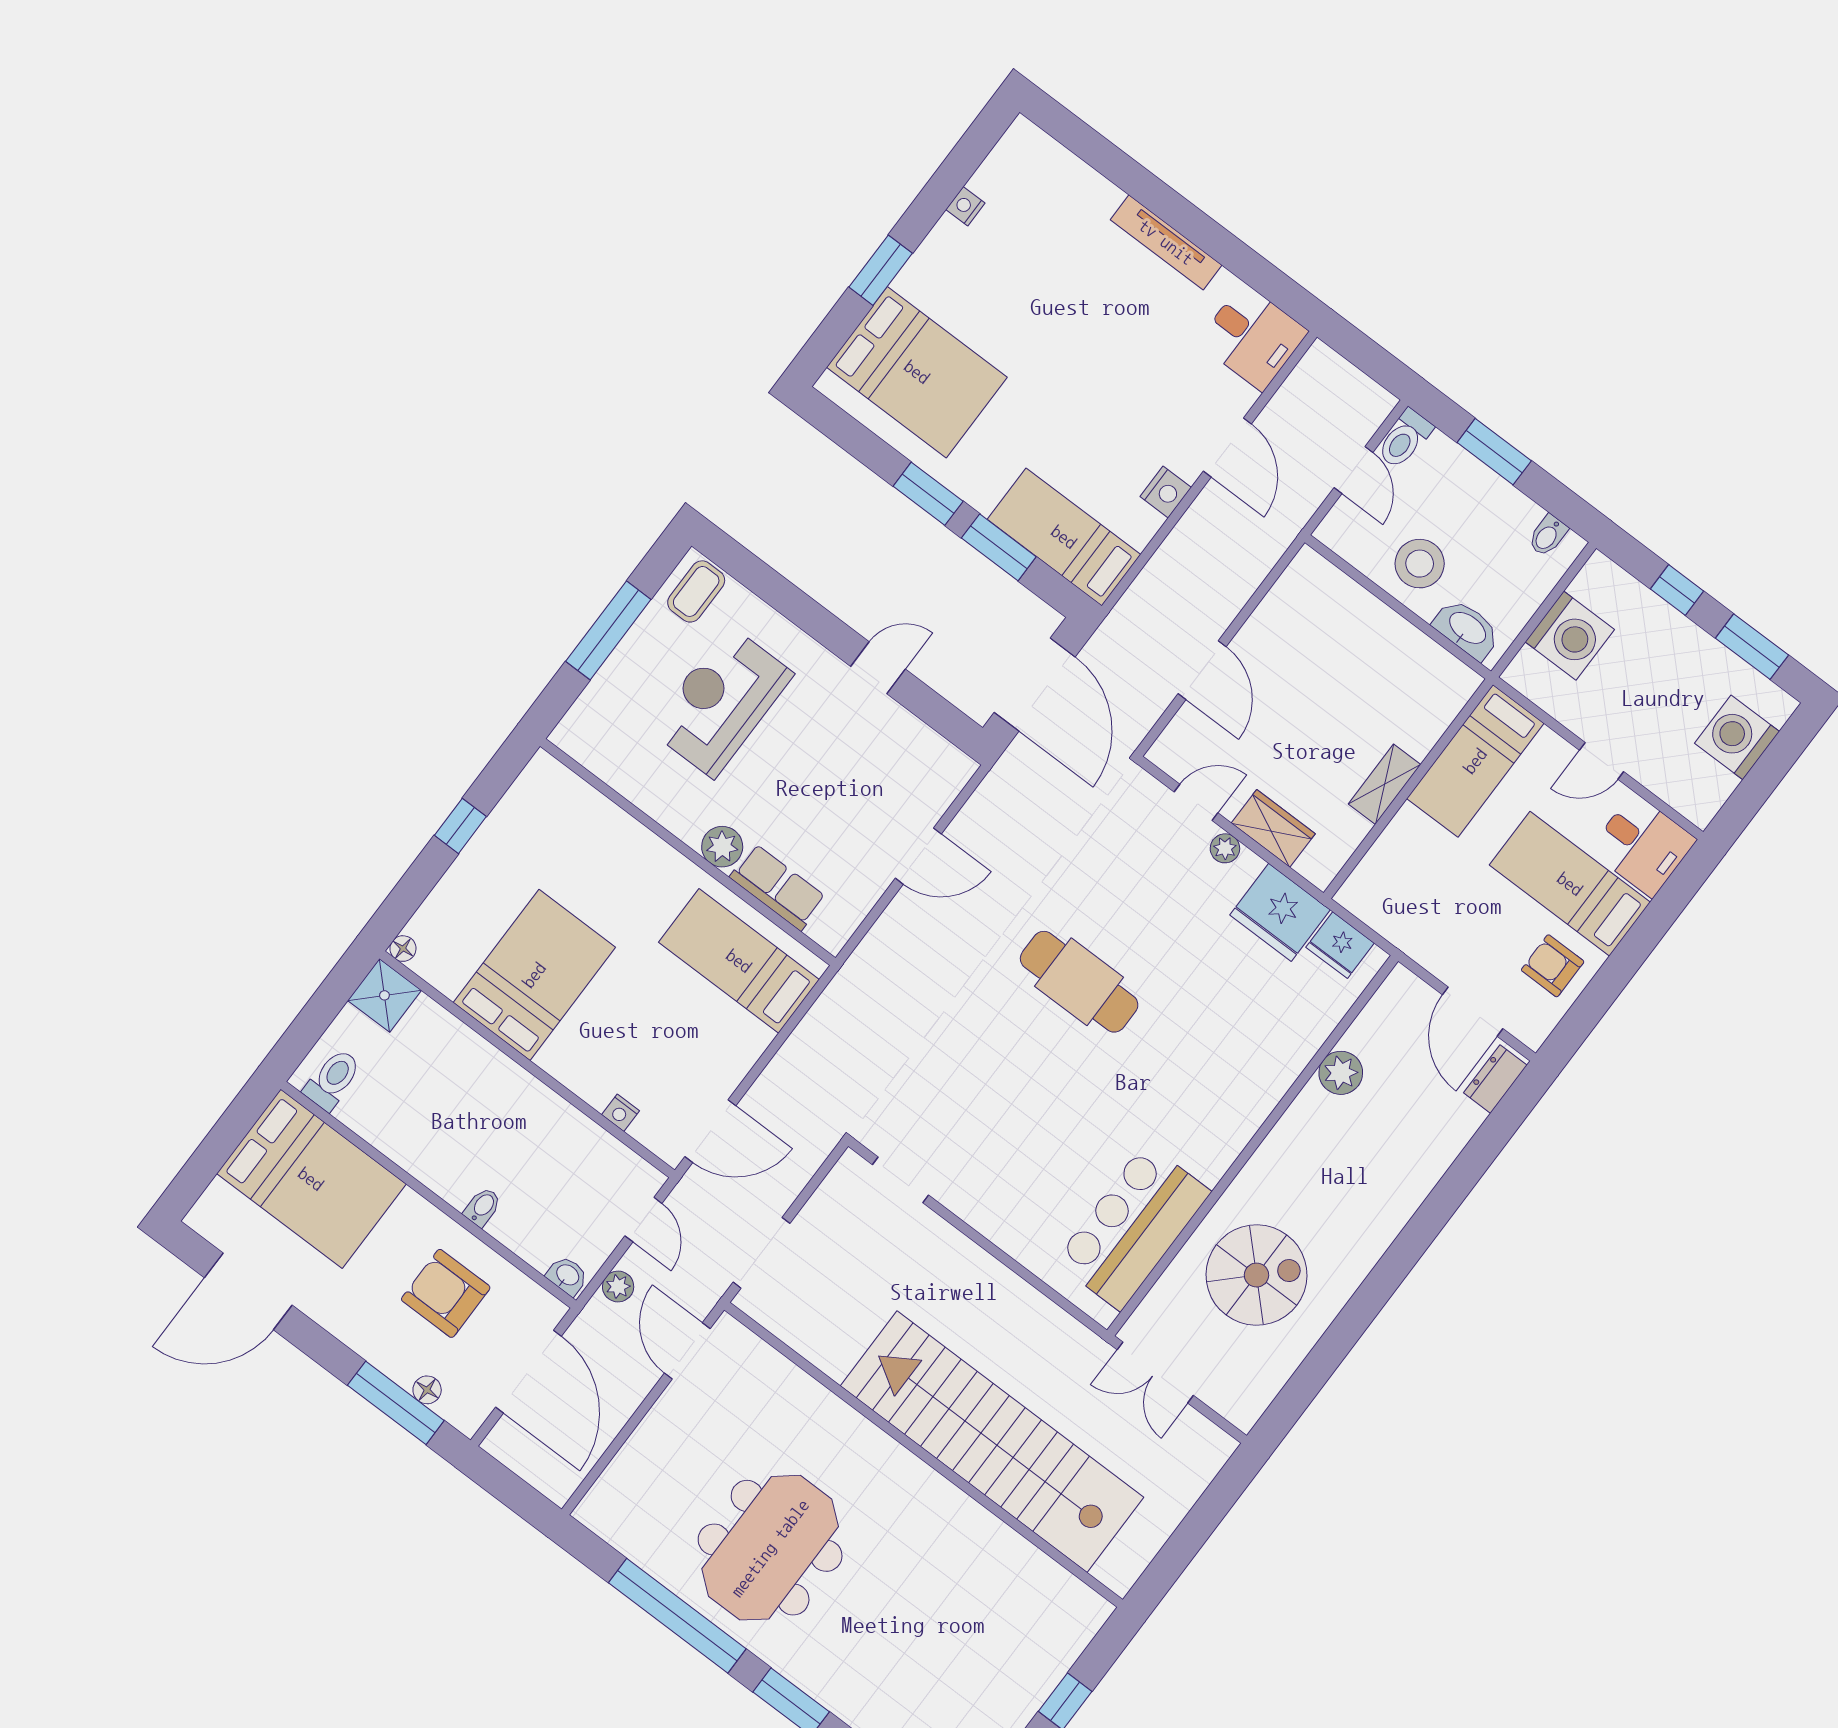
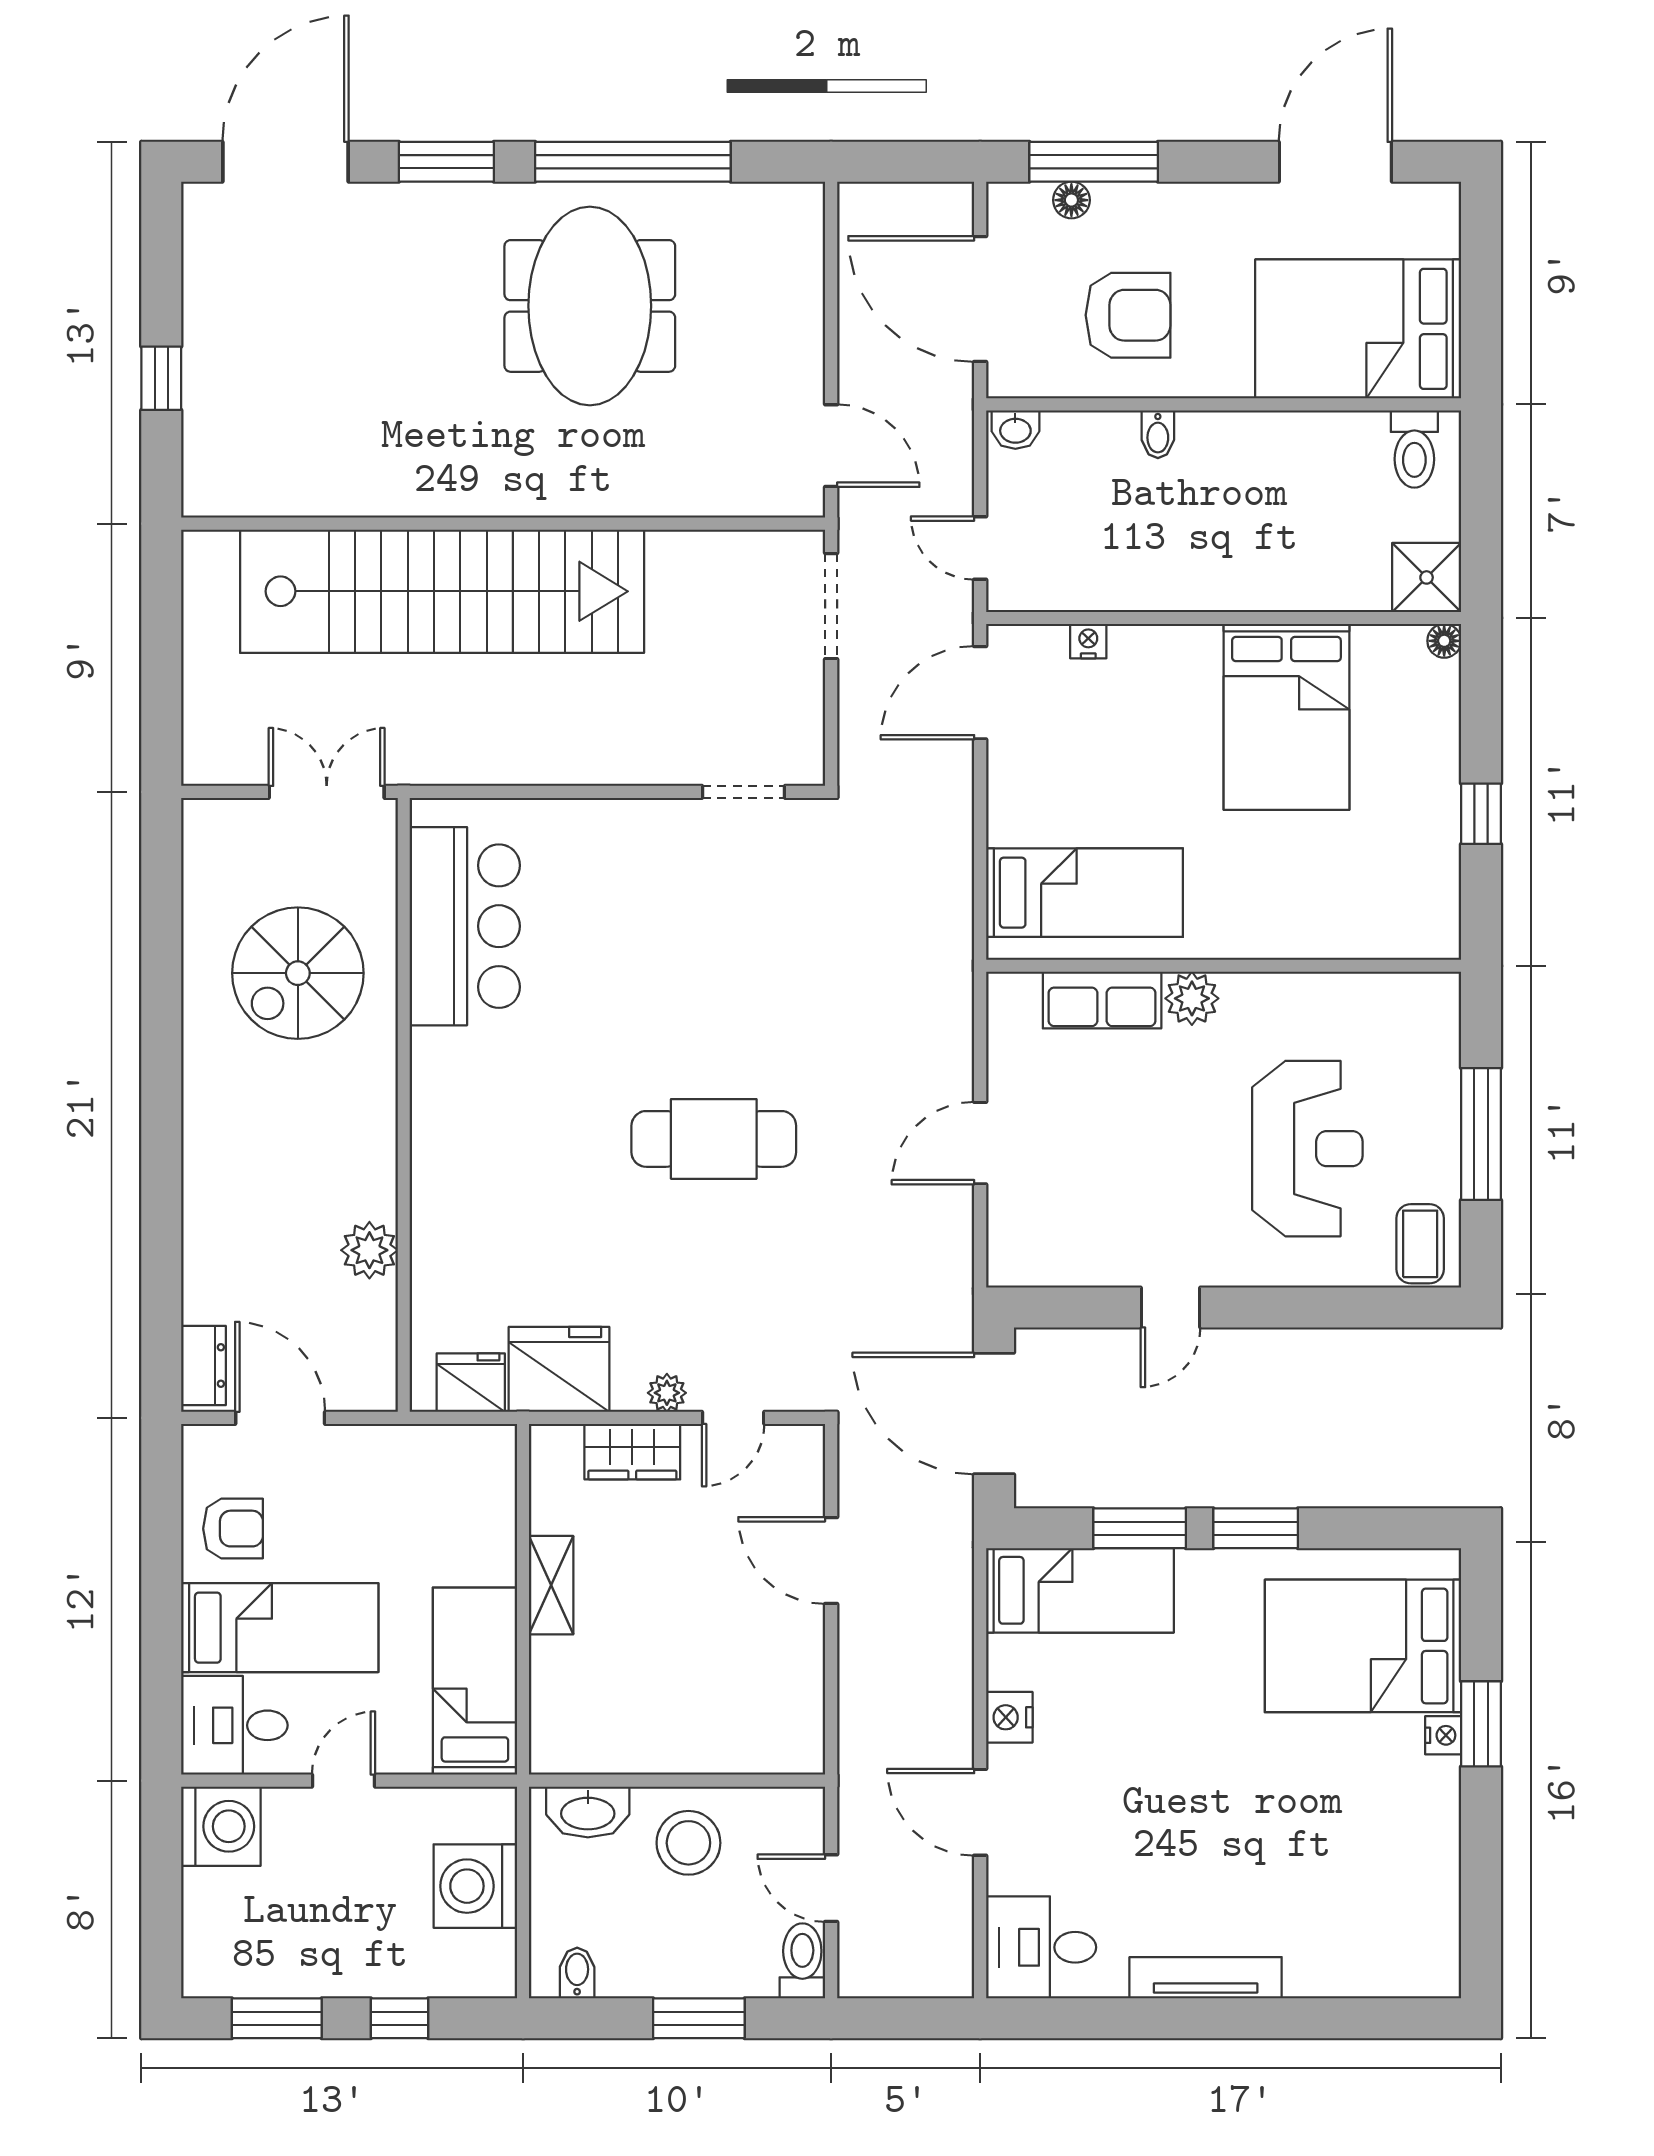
nightstand: (965, 206) -> (1443, 1735), moved
washing machine: (1737, 737) -> (221, 1826), moved
plant: (618, 1286) -> (954, 458), removed

